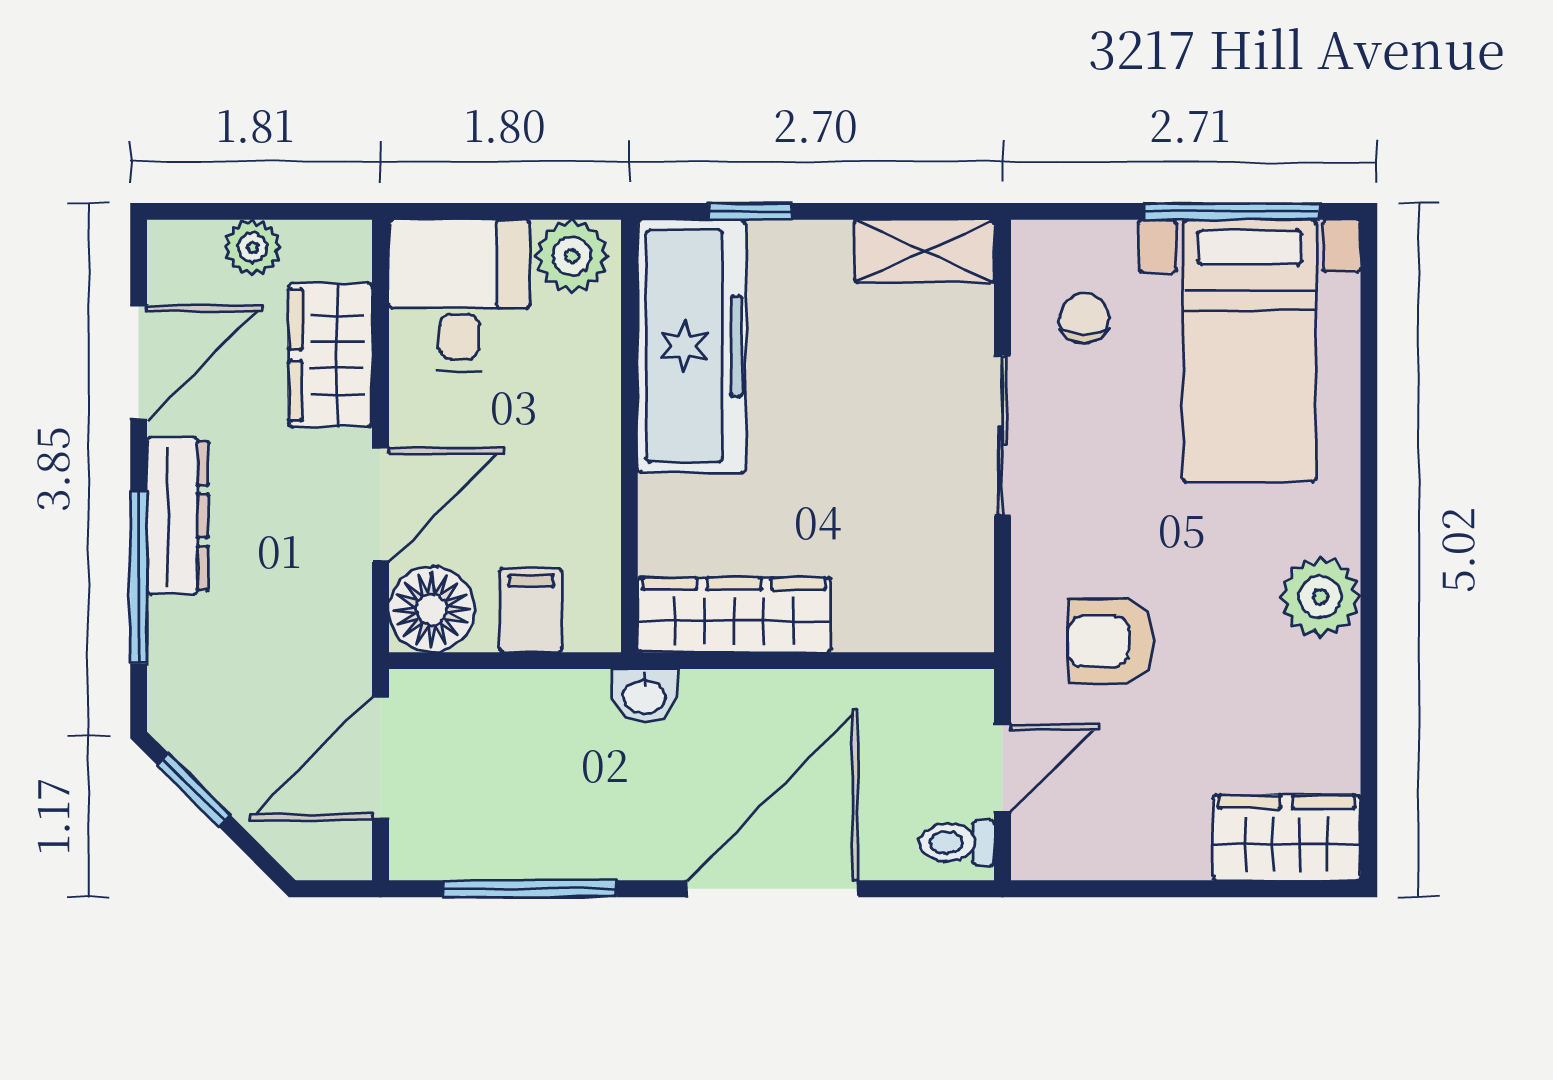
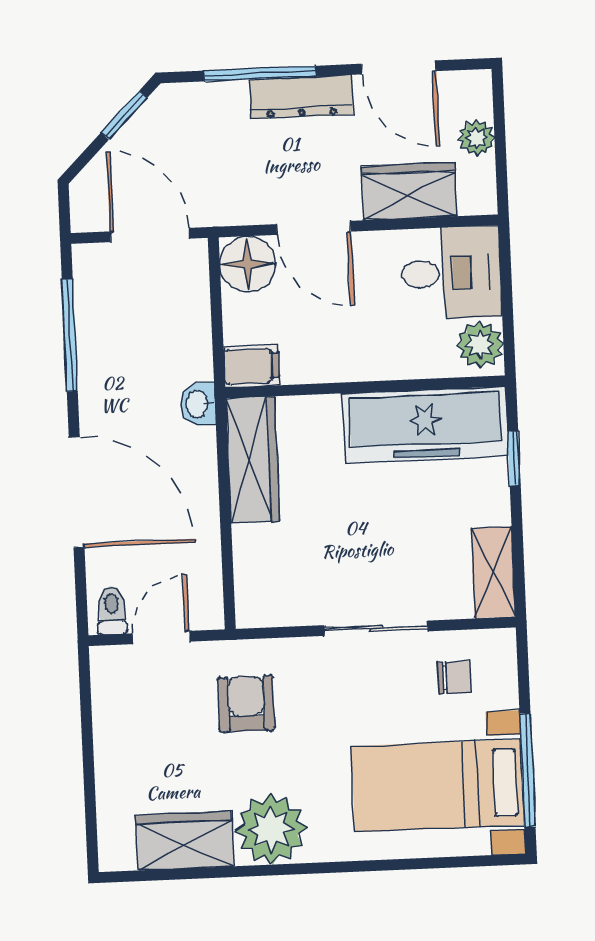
plant: (1320, 597) -> (271, 829), width x1.36, depth x1.36
filing cabinet: (531, 610) -> (251, 366), moved
door: (1003, 768) -> (161, 638), swing flipped
wardrobe: (1287, 838) -> (185, 841), moved, turned -90

